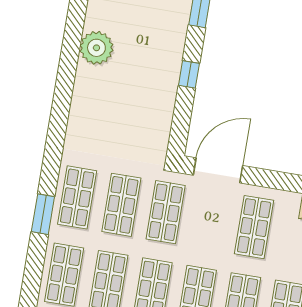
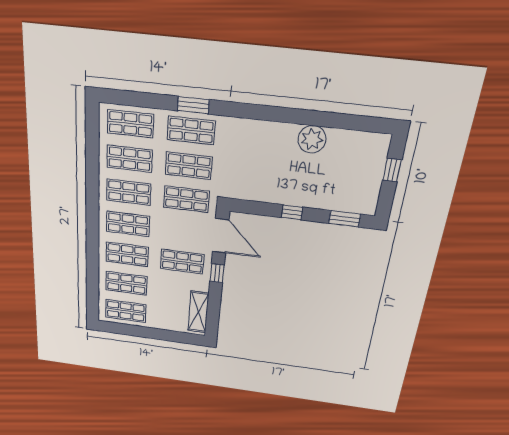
window: (273, 180) -> (217, 273), added
window: (43, 214) -> (193, 105), moved

